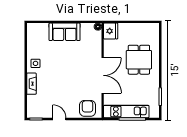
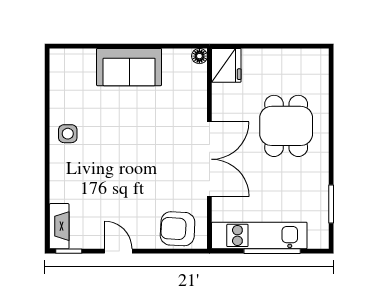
fireplace: (31, 84) -> (59, 226), moved
armchair: (88, 108) -> (178, 229), turned -87

